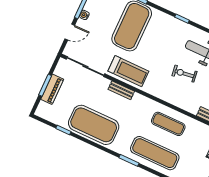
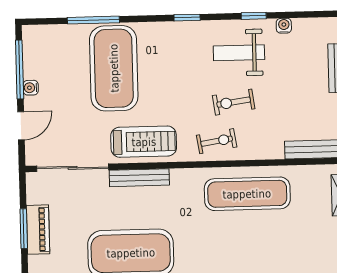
exercise bike: (166, 89) -> (217, 141), added
bench: (121, 90) -> (139, 178), width x1.36
exercise mat: (168, 124) -> (247, 194), width x1.36, depth x1.45
exercise mat: (155, 153) -> (249, 250), removed

